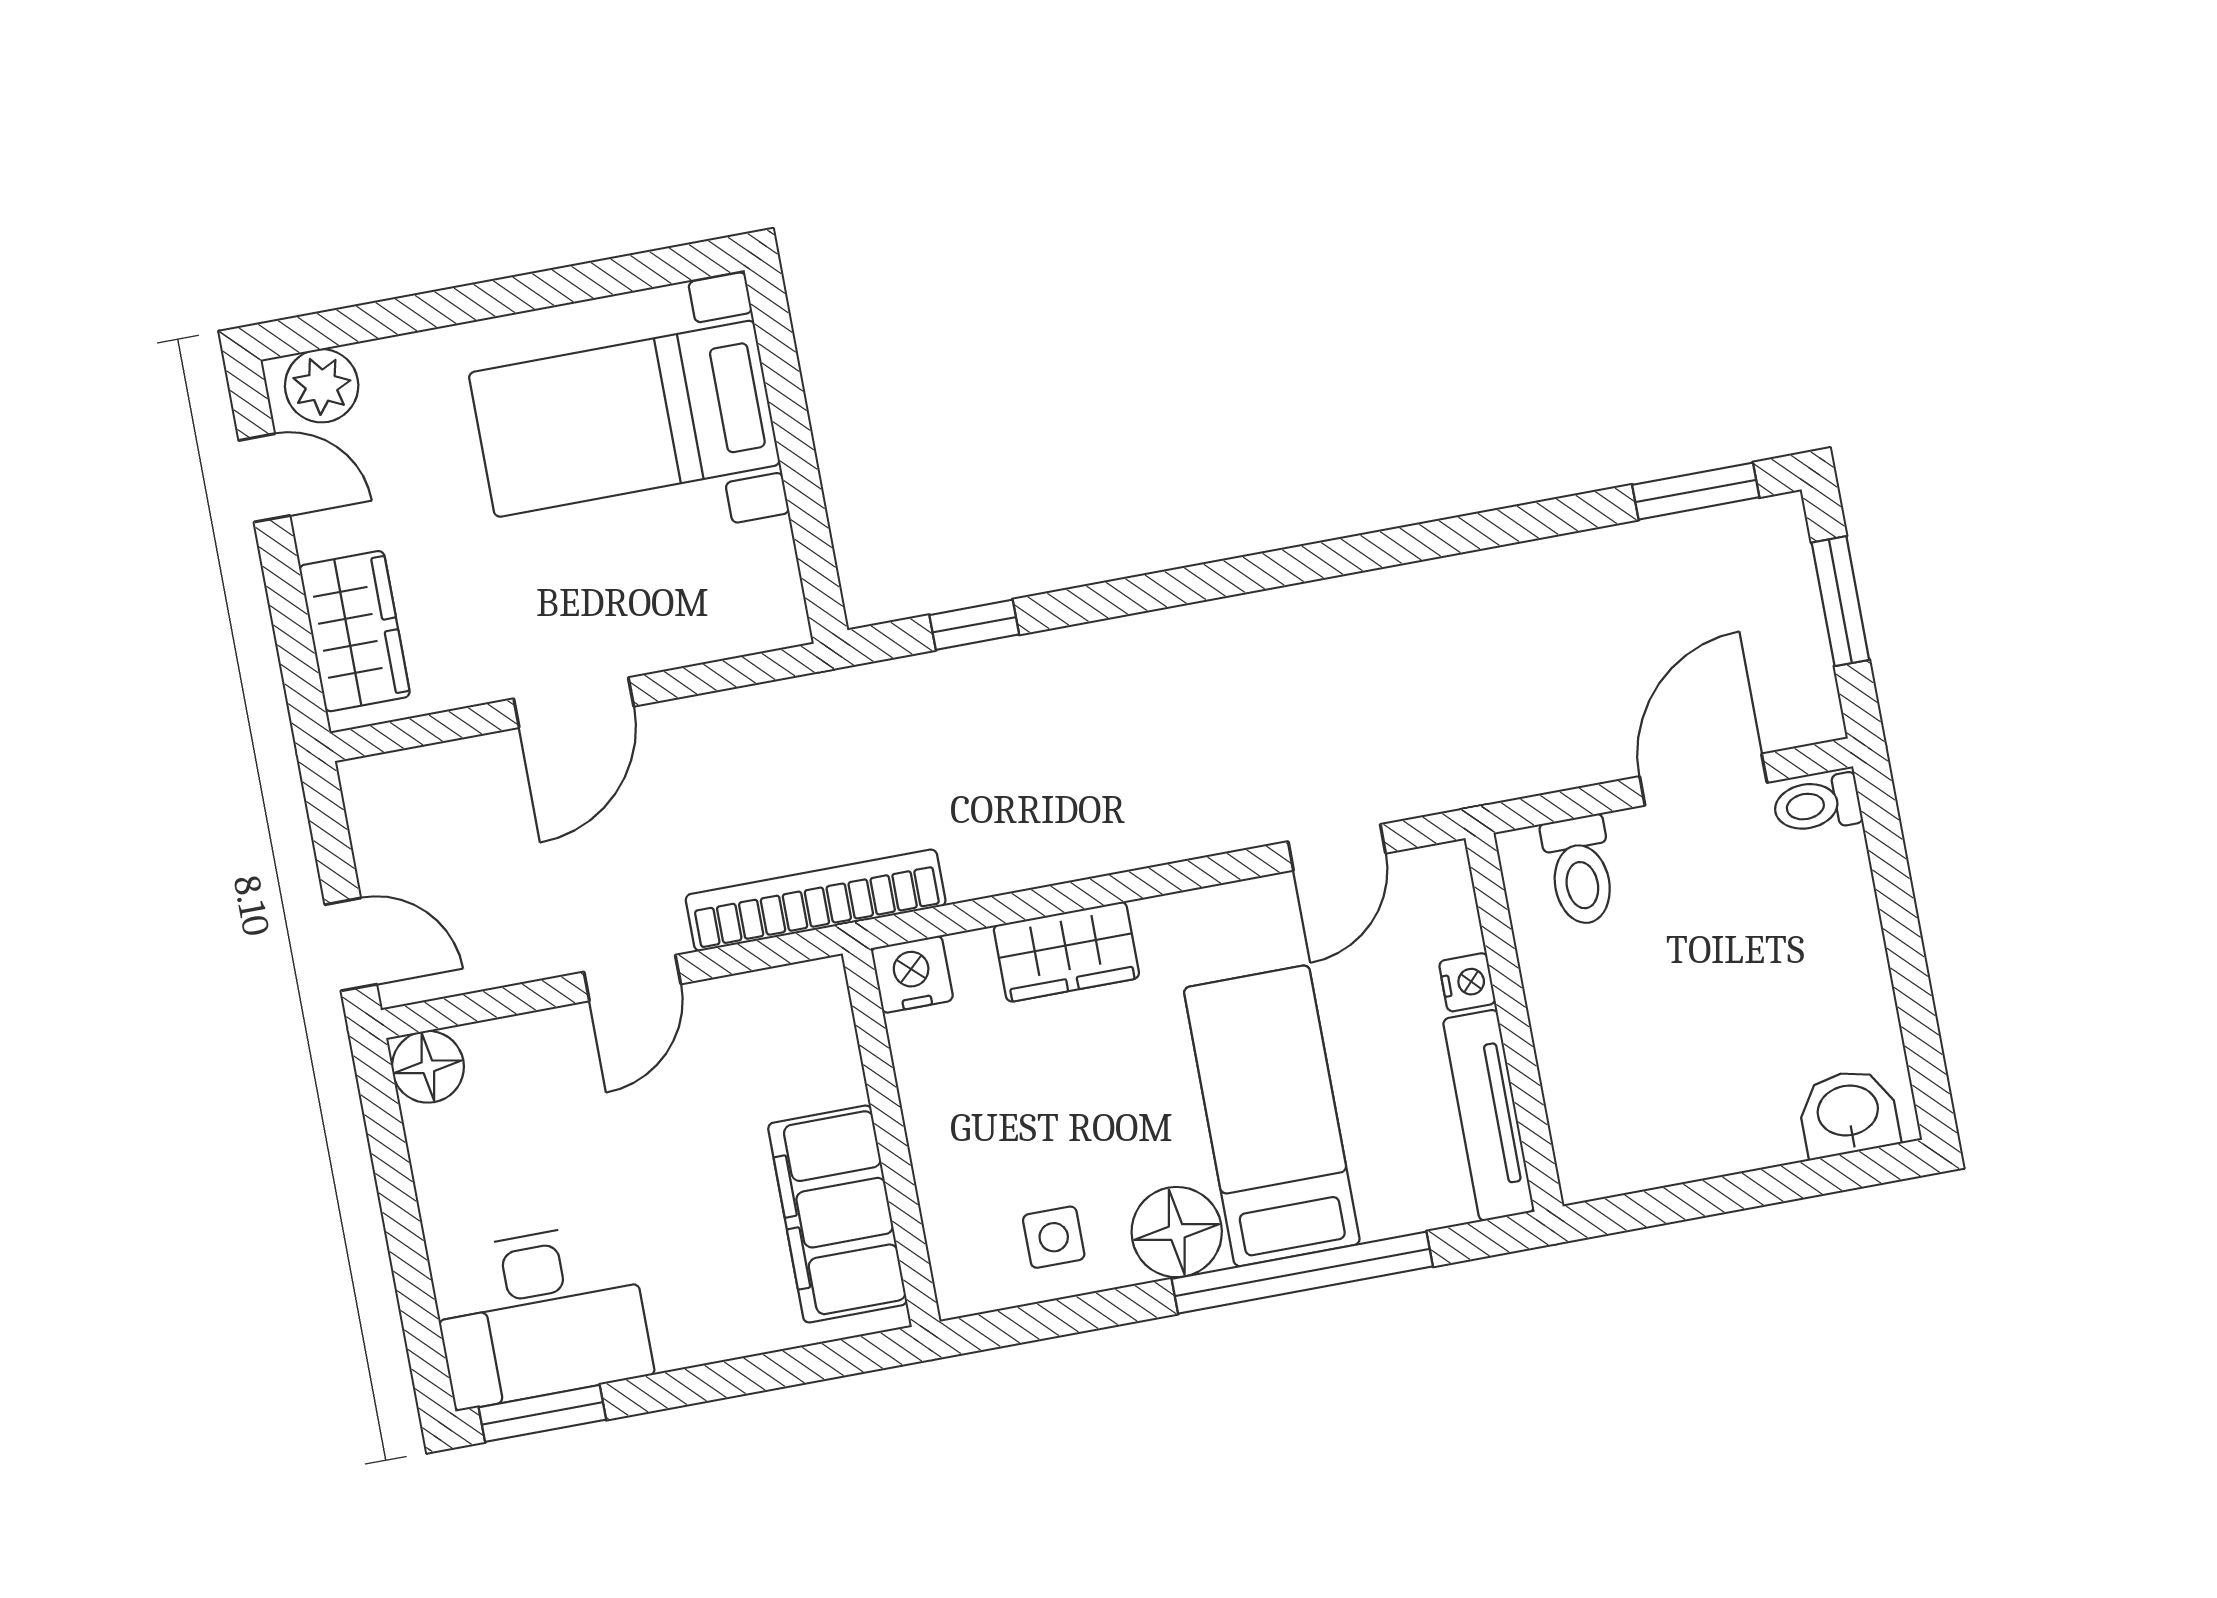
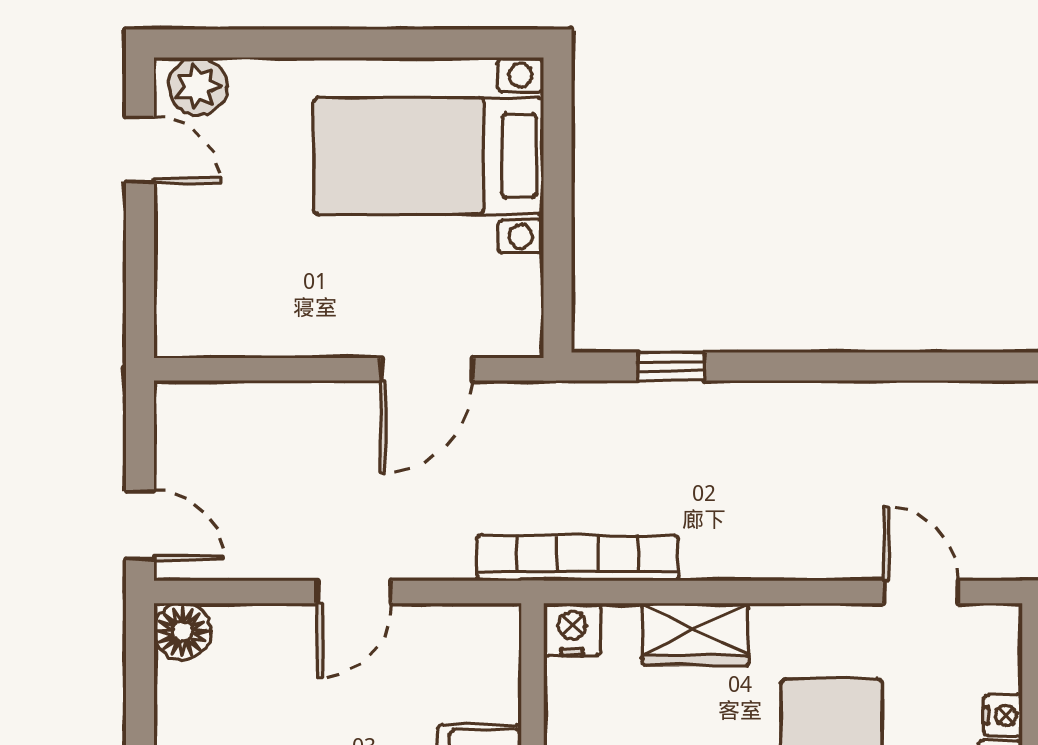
wardrobe: (355, 631) -> (188, 282), removed
door: (574, 703) -> (427, 369), moved
door: (1337, 847) -> (921, 592), swing flipped
bookcase: (816, 900) -> (578, 558), moved

